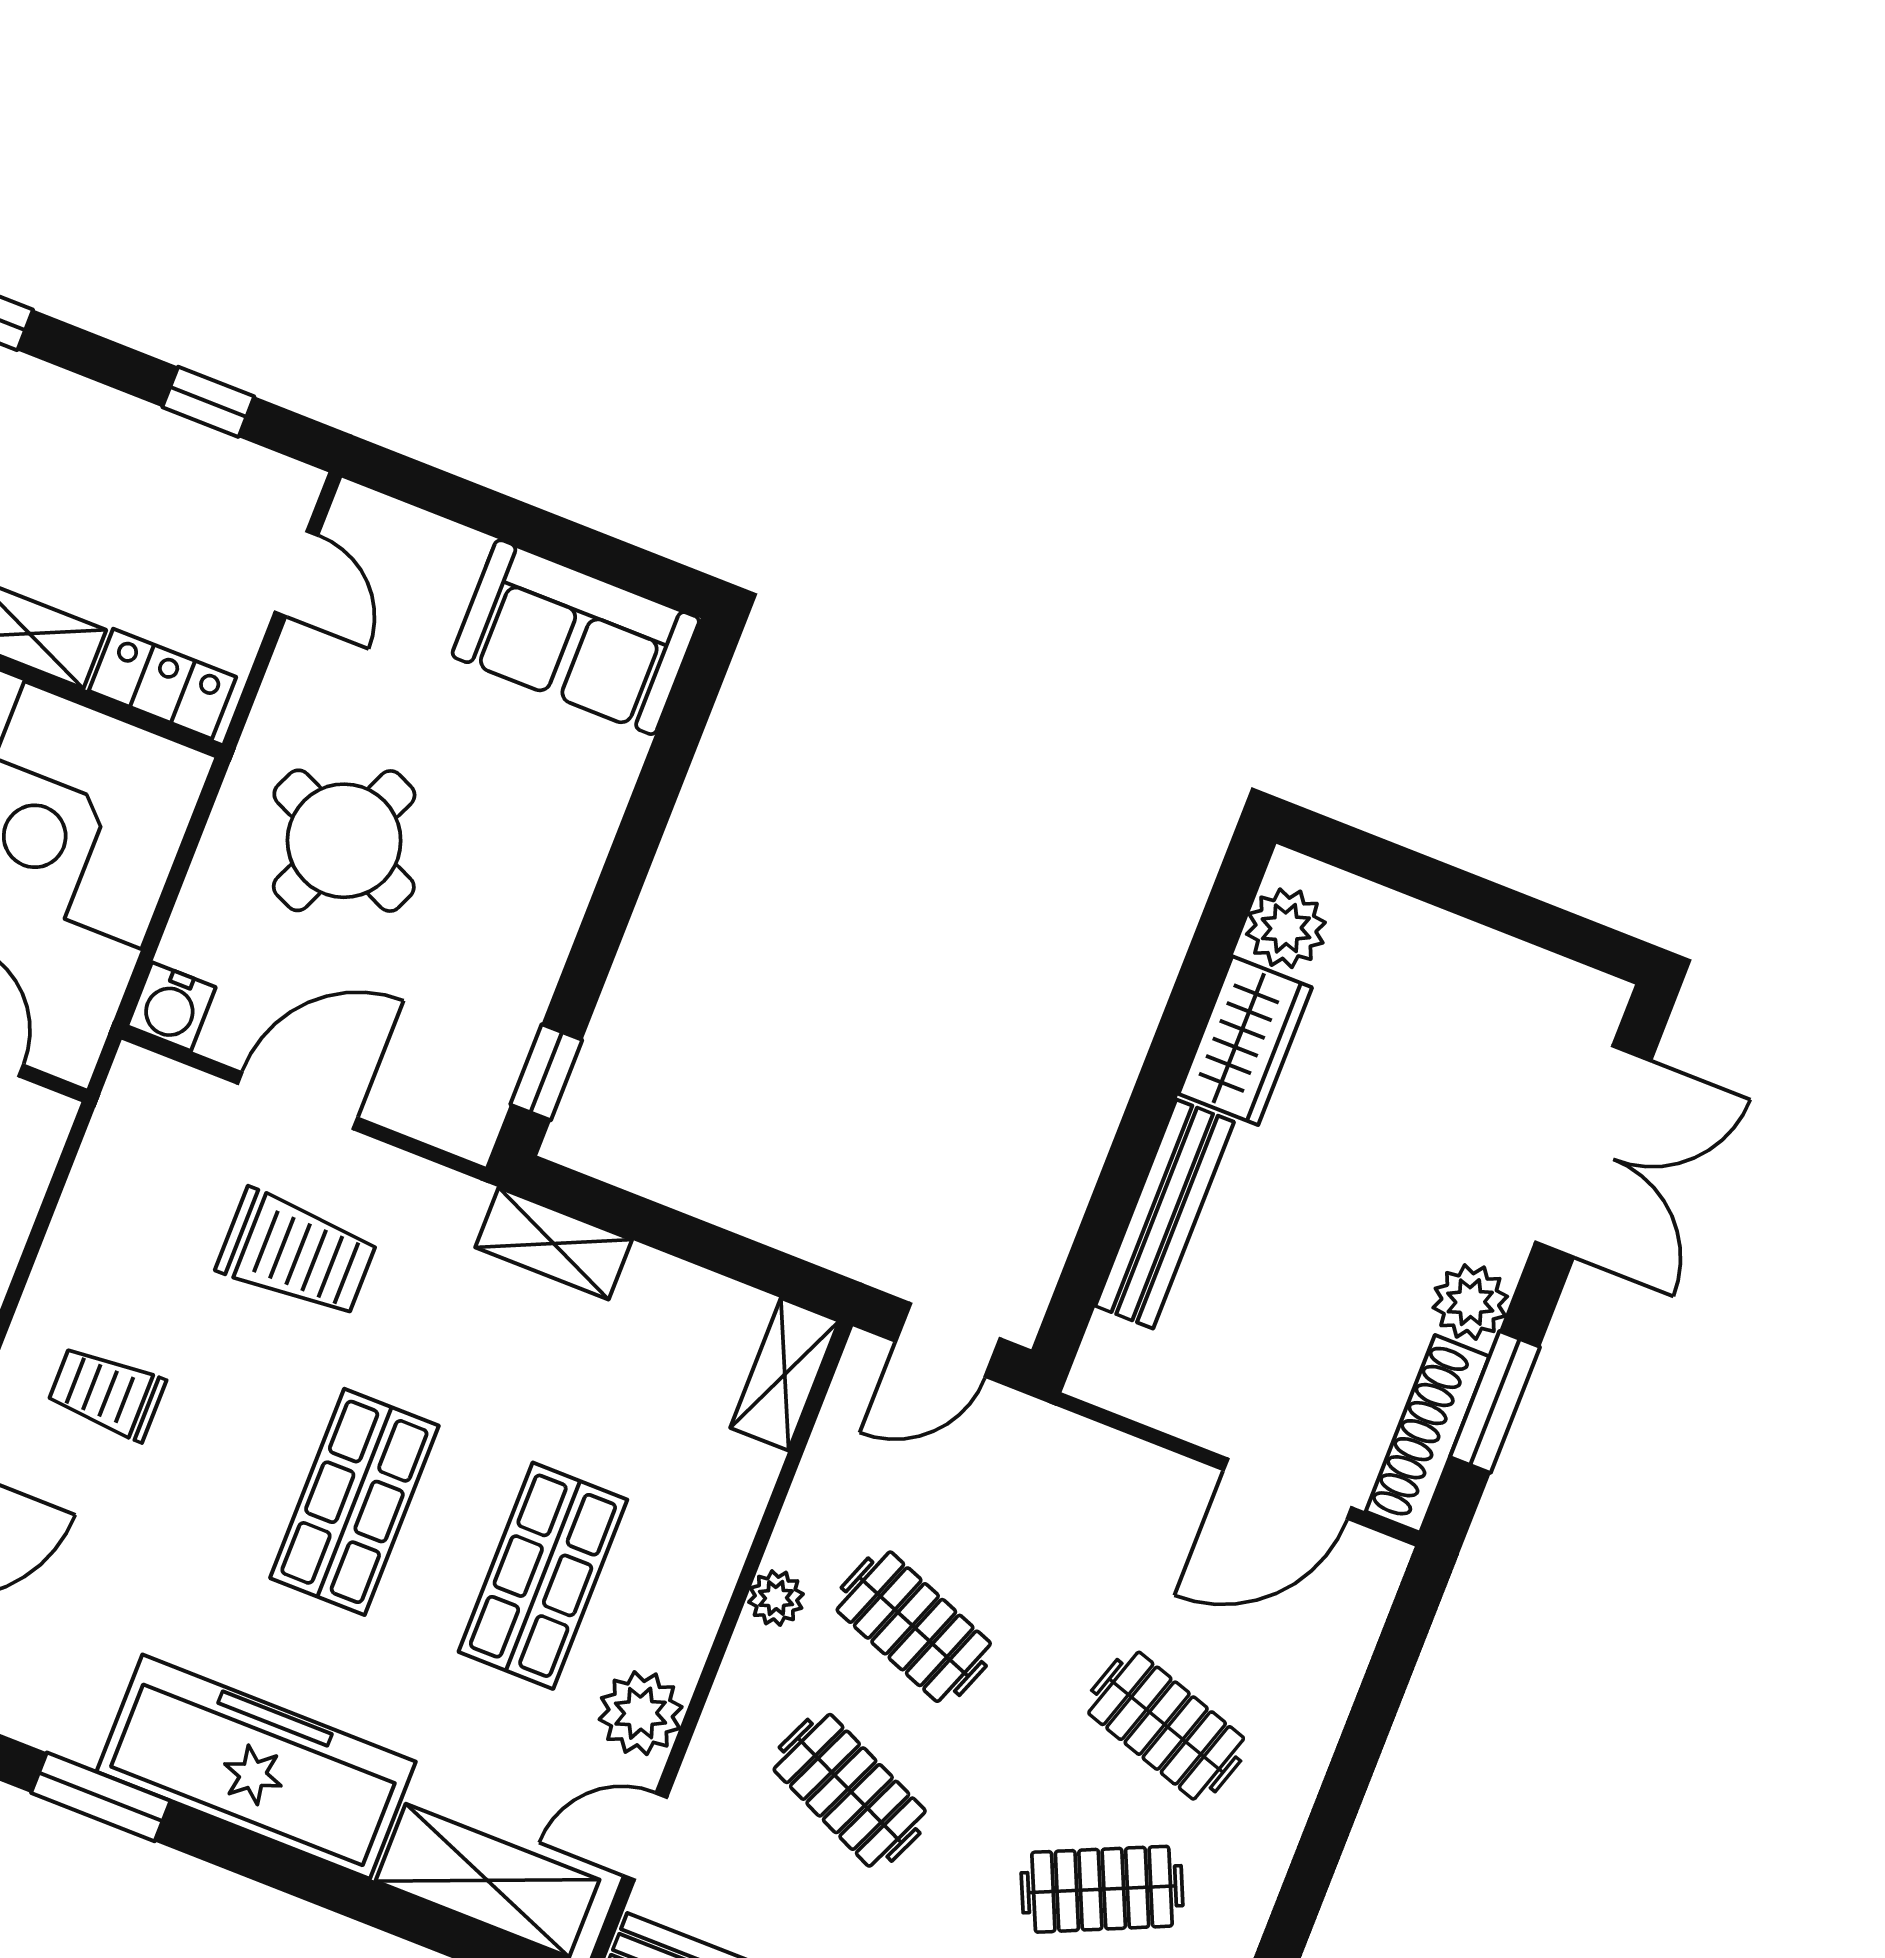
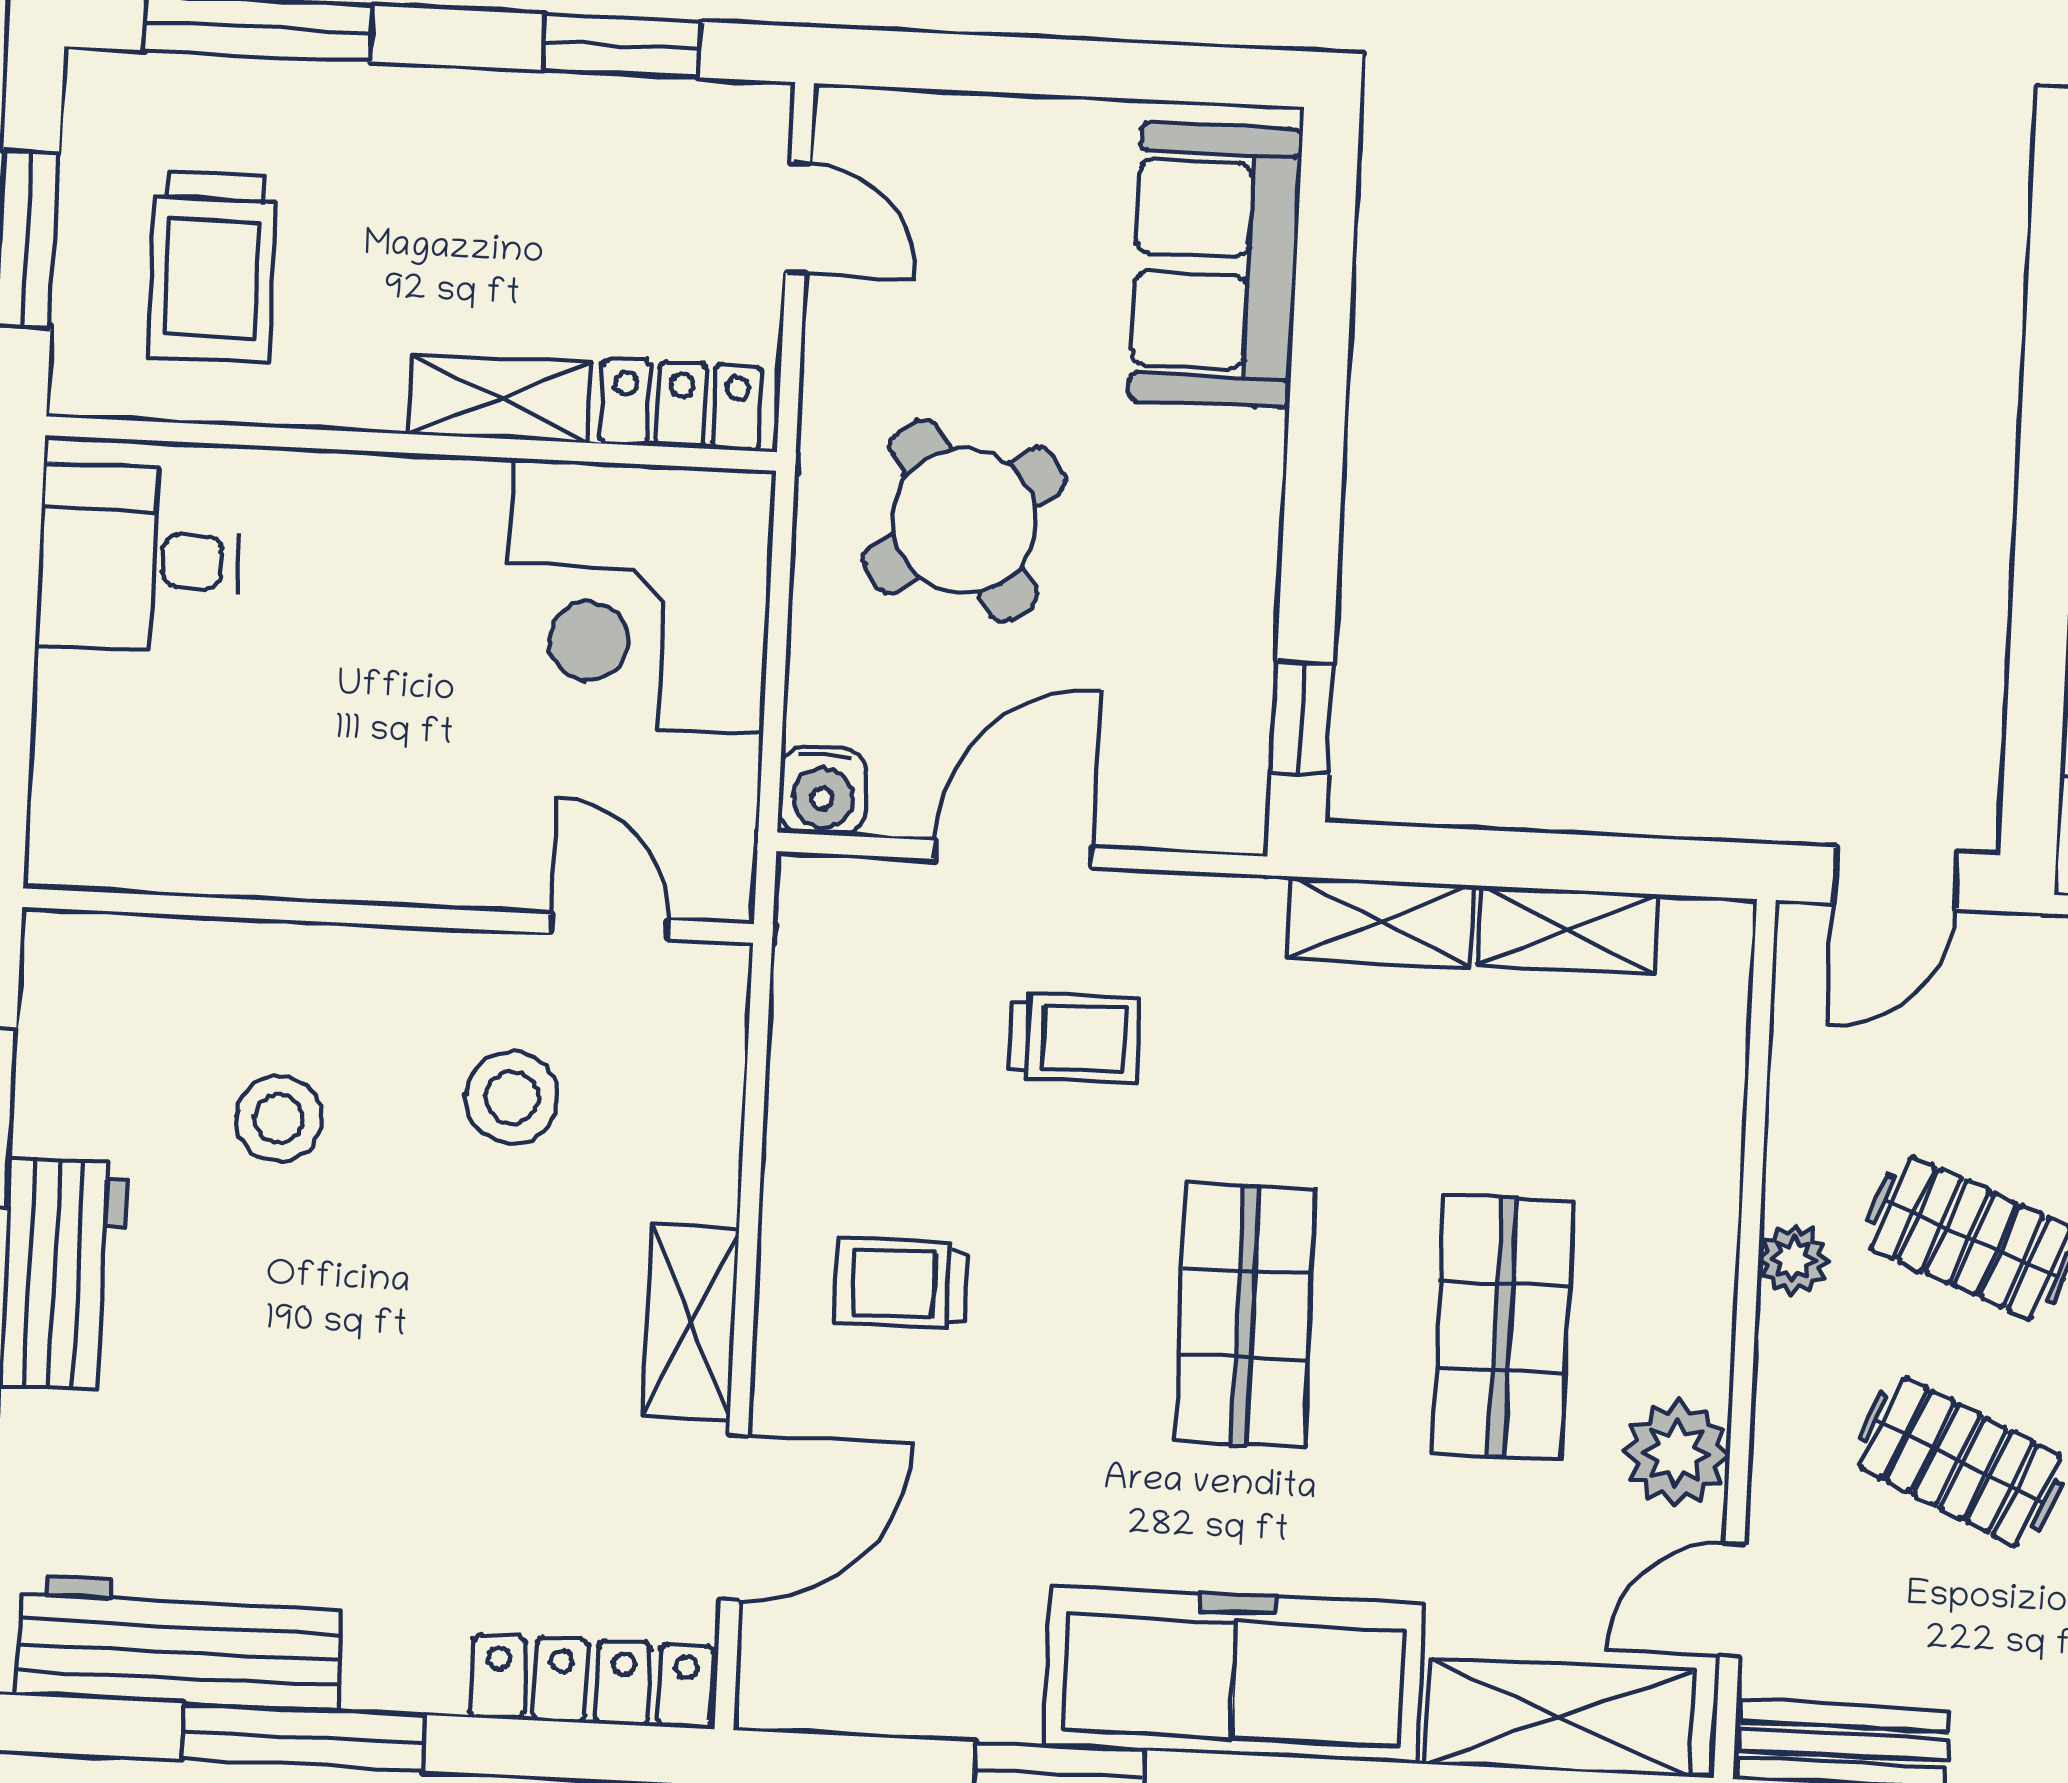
window: (208, 402) -> (622, 46), width x1.50
sofa: (576, 637) -> (1216, 265), moved, turned 90
round table: (344, 841) -> (964, 521), turned 32
trolley: (297, 1254) -> (1075, 1038), width x0.73, depth x0.72
shelving: (785, 1374) -> (1568, 930), moved, turned 90

